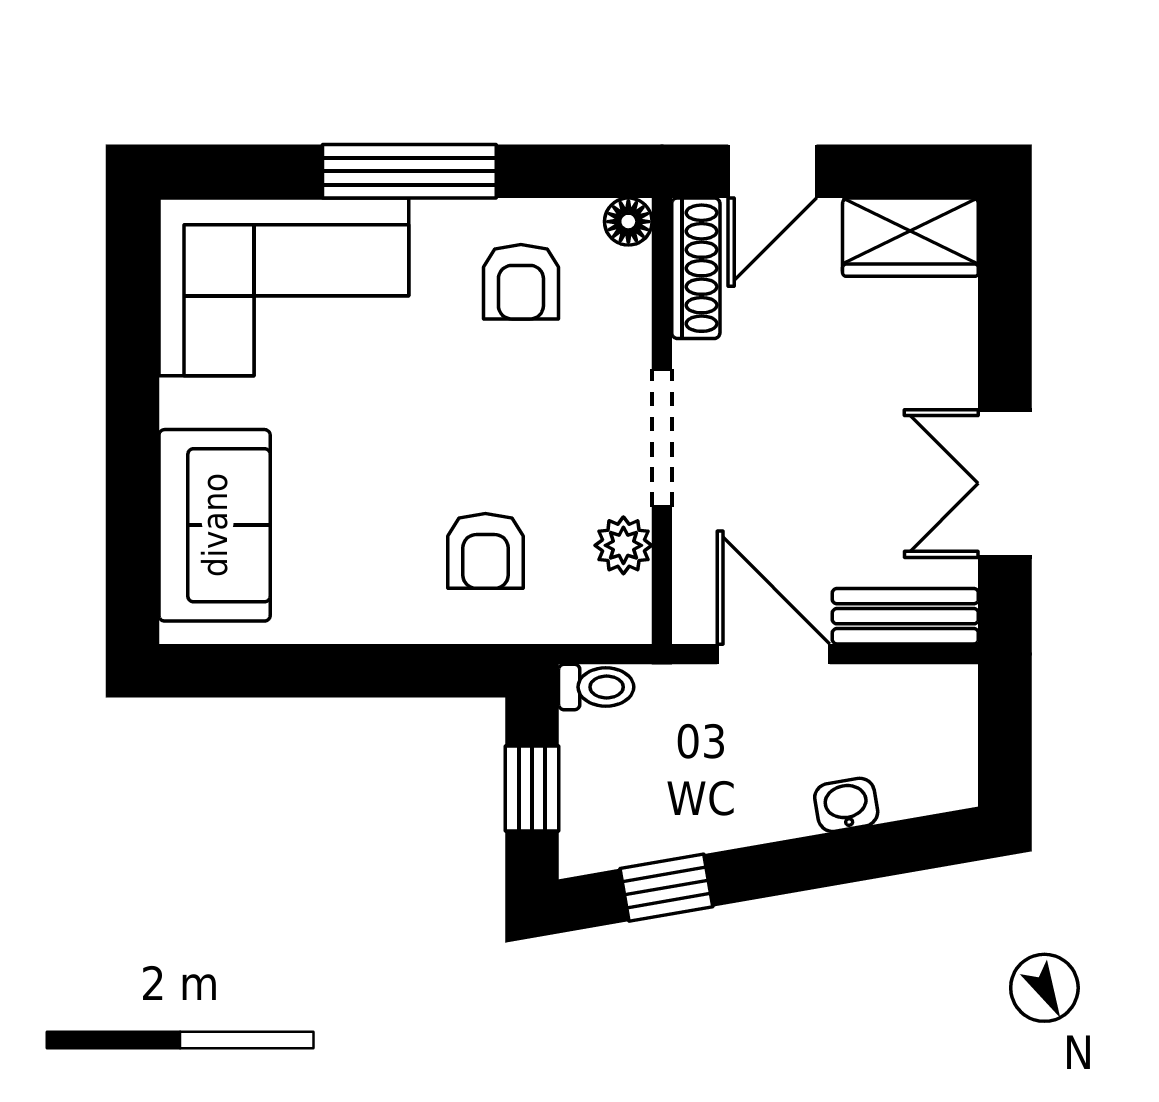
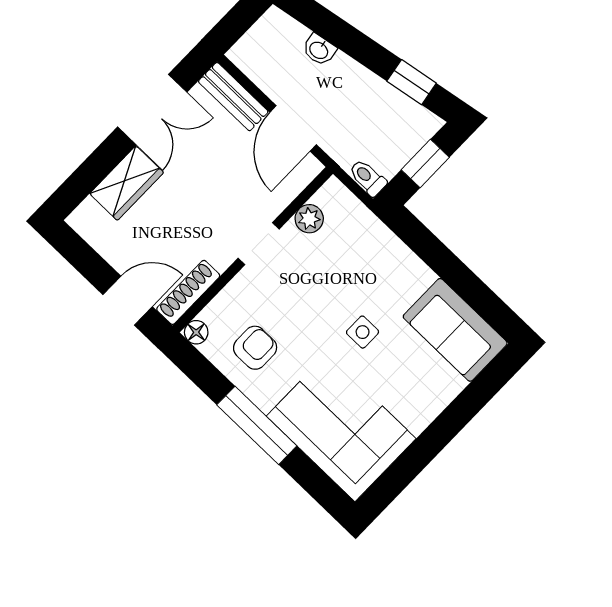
wardrobe: (910, 237) -> (127, 183), moved, turned 90
doorway: (662, 438) -> (259, 244), width x0.73
side table: (387, 455) -> (363, 332), added
sofa: (215, 525) -> (455, 330), moved, turned -90
armchair: (485, 551) -> (360, 264), removed

